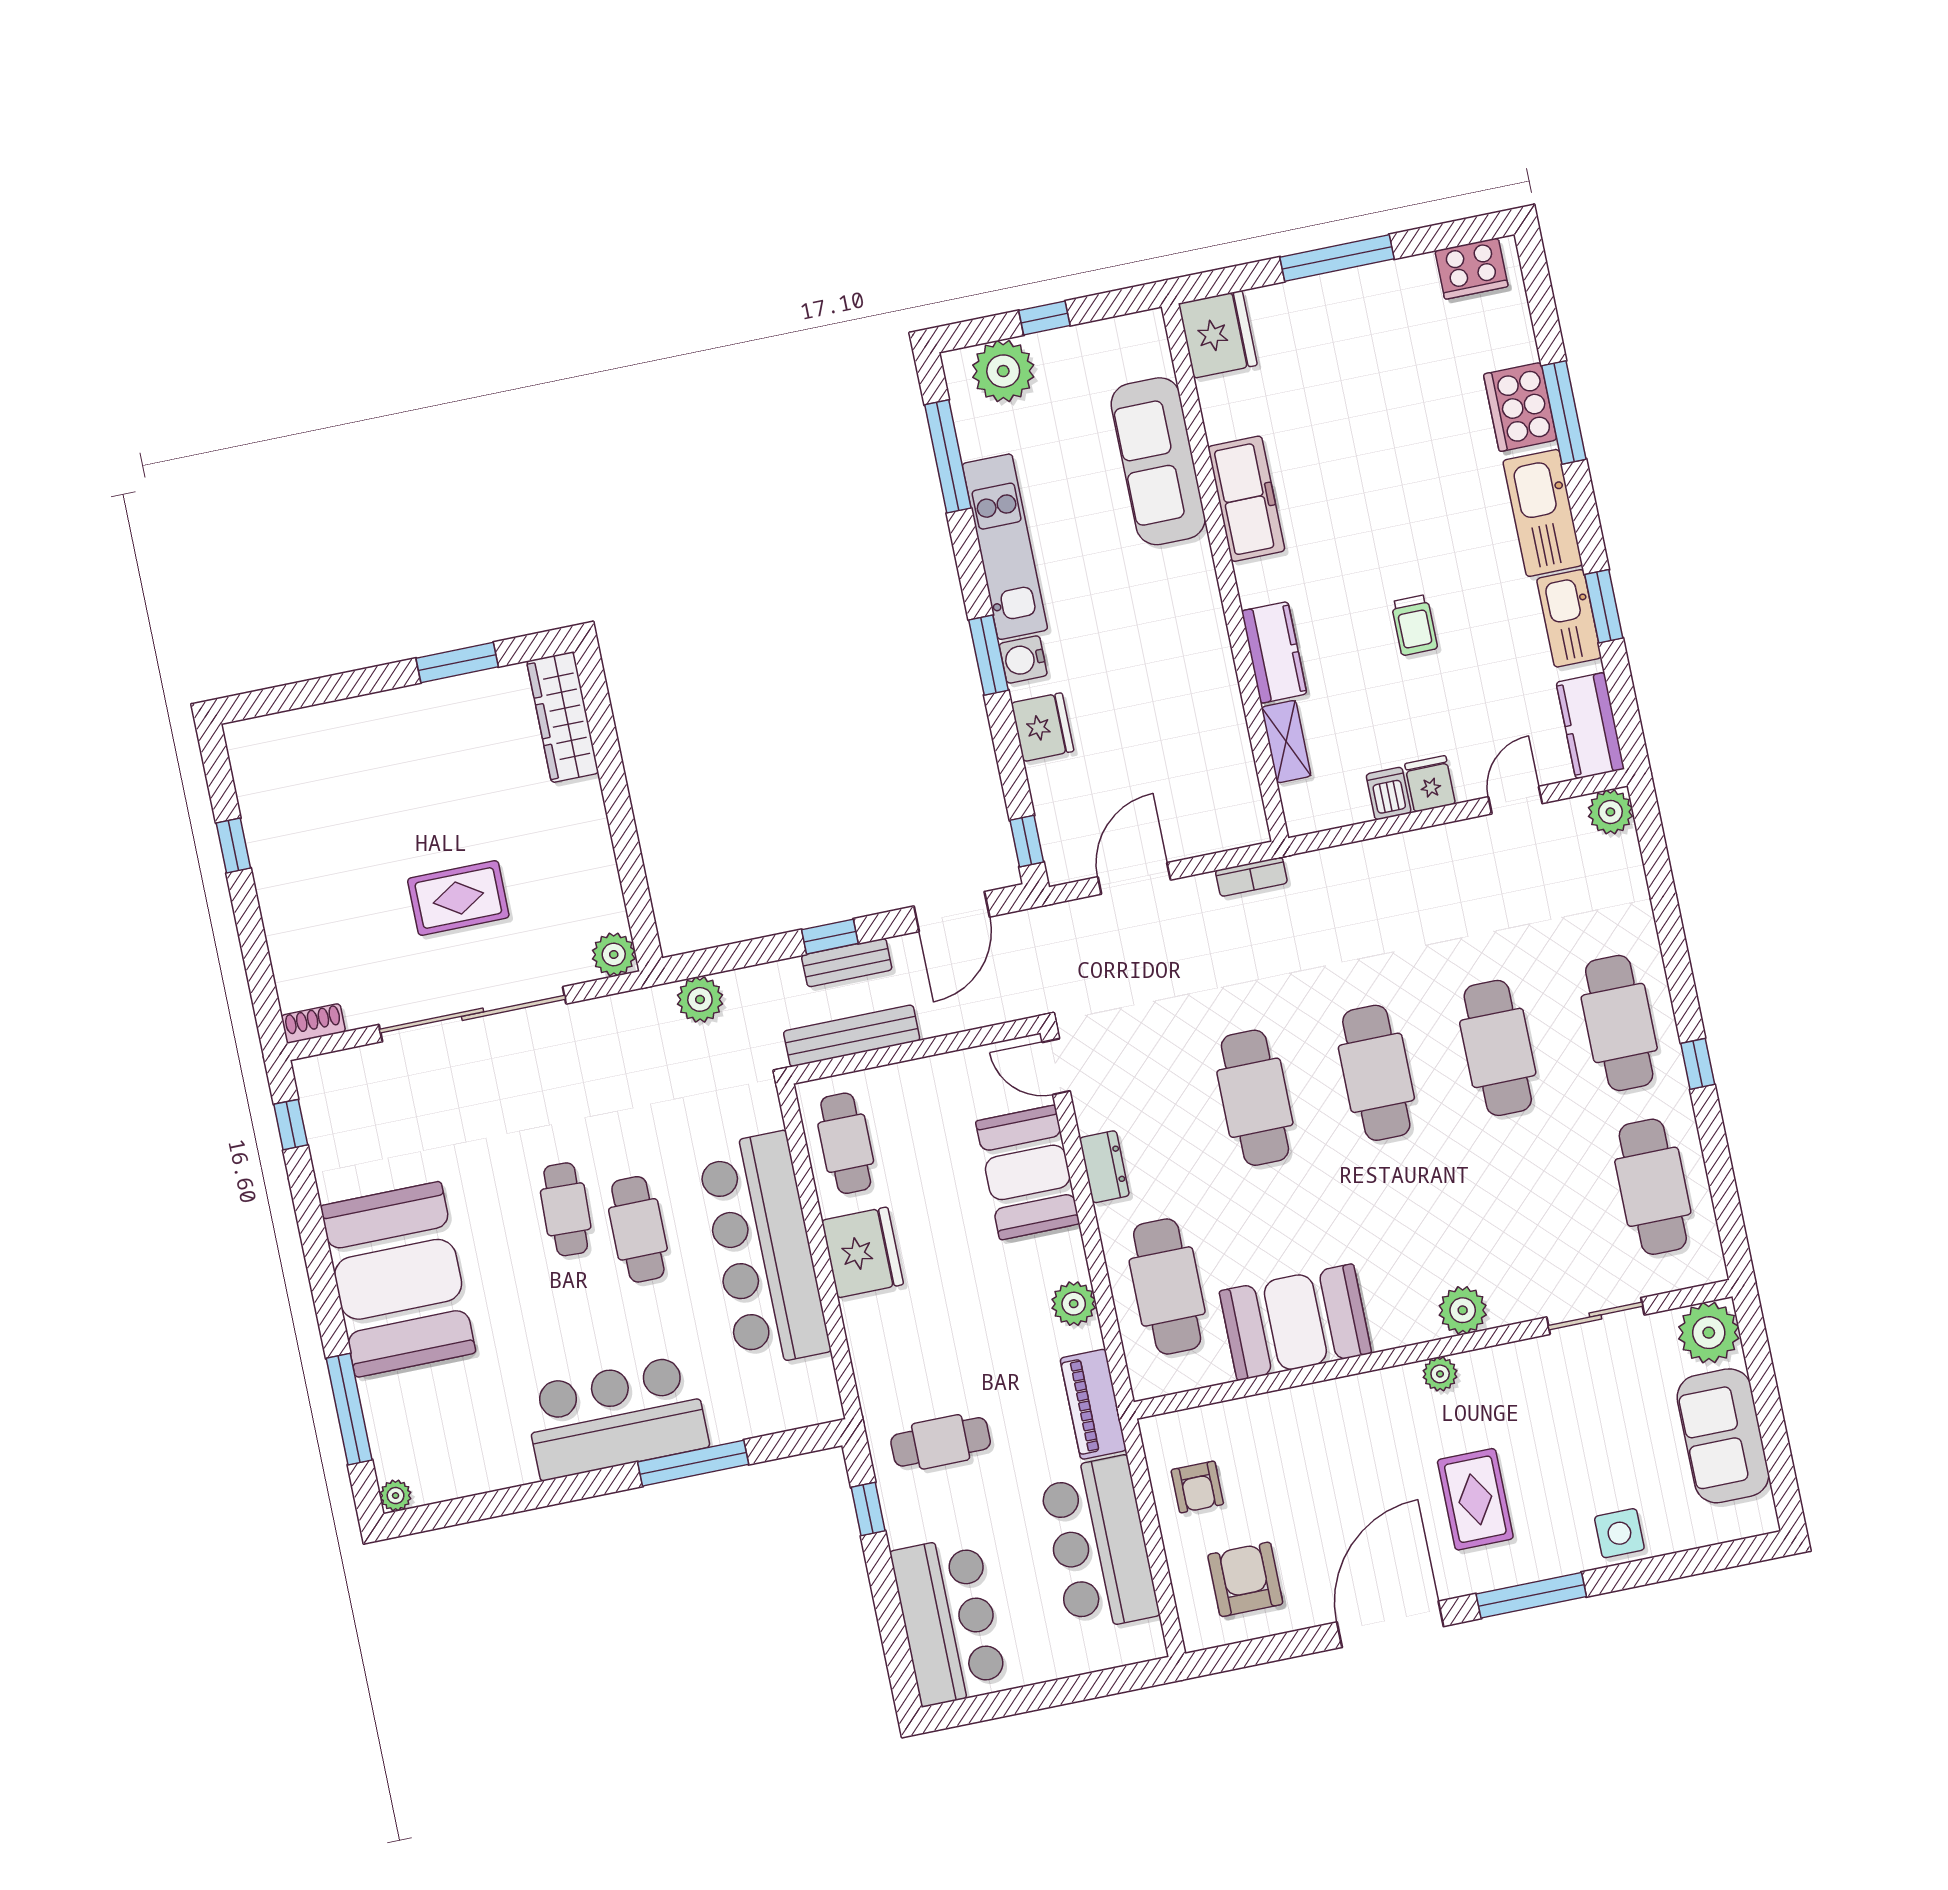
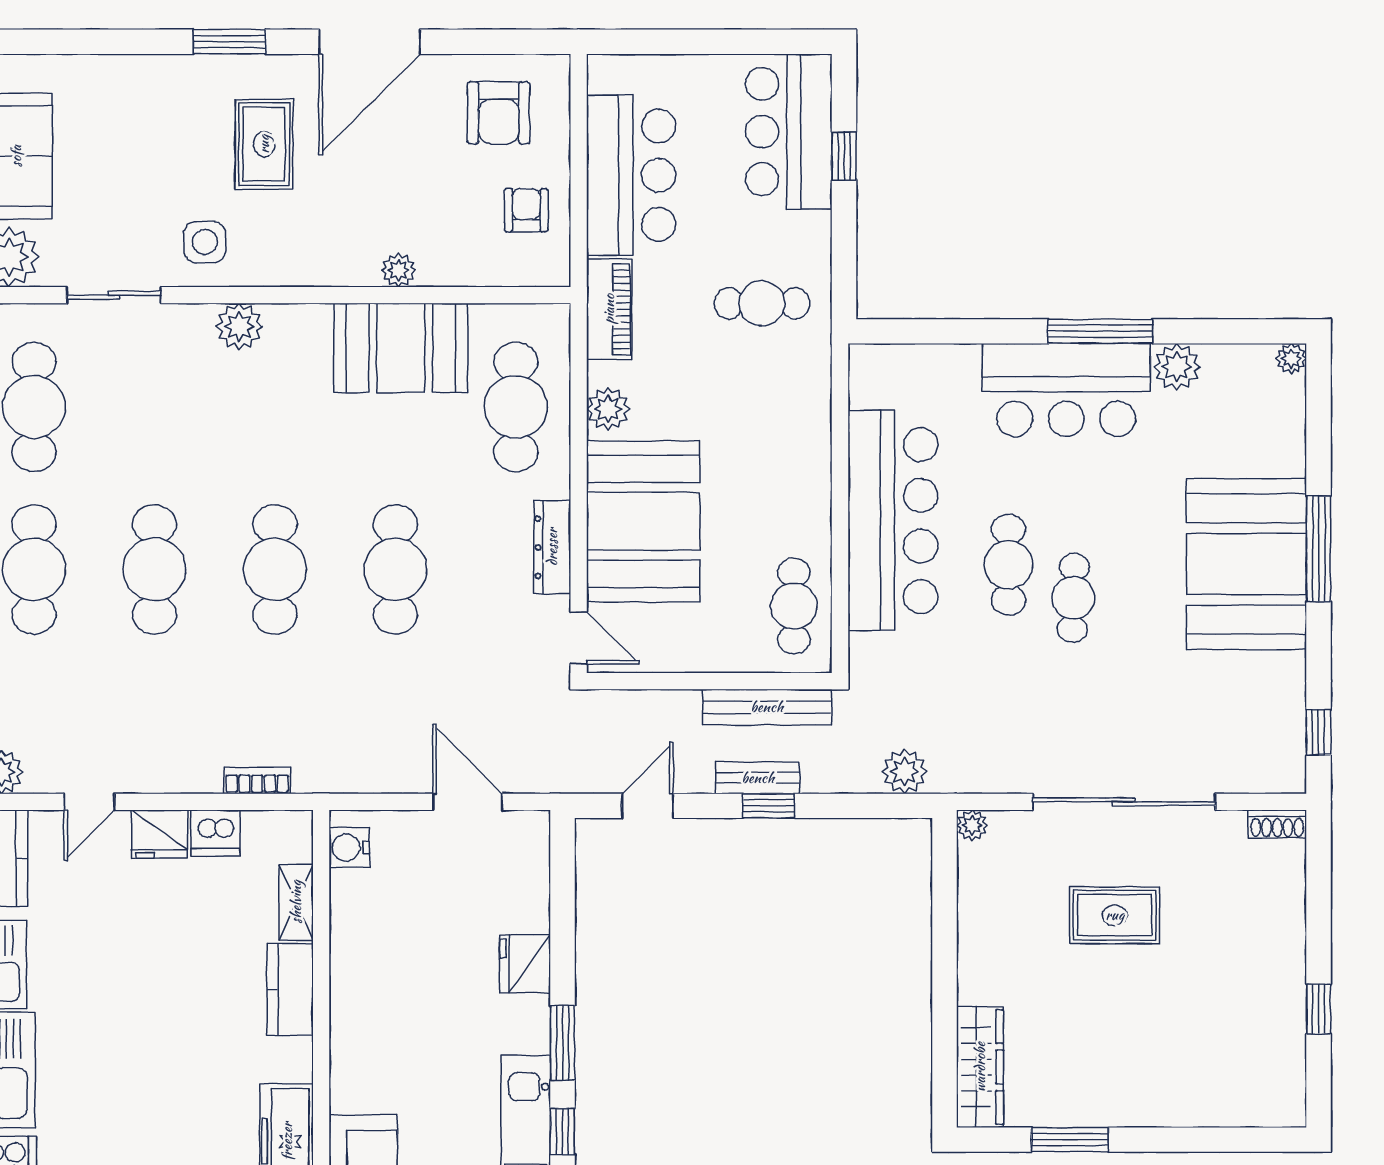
trolley: (1414, 625) -> (151, 988), removed
water cooler: (1023, 659) -> (349, 847), moved, turned 180
fridge: (1430, 784) -> (160, 834), width x1.38
dishwasher: (1389, 794) -> (215, 833), width x1.38
window: (1027, 841) -> (562, 1132), moved
bookcase: (1251, 877) -> (257, 781), moved
door: (1134, 878) -> (467, 802), swing flipped
door: (952, 912) -> (648, 806), width x0.73
plant: (614, 954) -> (972, 825), width x0.73, depth x0.73
dresser: (1104, 1167) -> (552, 547), width x1.44
booth: (1028, 1172) -> (643, 521), width x1.36, depth x1.42
fridge: (863, 1252) -> (799, 499), removed
plant: (1440, 1374) -> (399, 270), moved
window: (349, 1409) -> (1319, 549), moved
window: (693, 1463) -> (1101, 331), moved
plant: (509, 1464) -> (1177, 367), added
window: (868, 1509) -> (844, 156), moved
side table: (1619, 1533) -> (205, 242), moved
window: (1531, 1595) -> (230, 42), width x0.69

